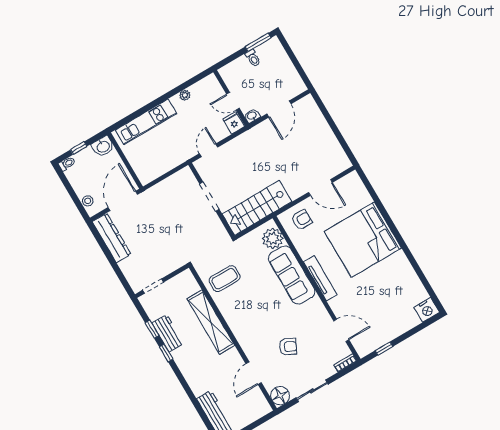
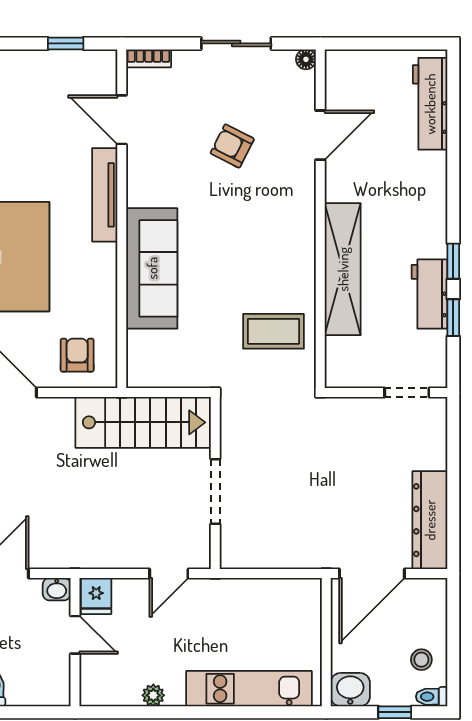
stool: (88, 201) -> (421, 660), moved
armchair: (302, 220) -> (77, 355), turned 90
plant: (273, 238) -> (147, 352), removed
tv unit: (320, 278) -> (105, 195), moved
floor lamp: (280, 396) -> (306, 59), width x0.53, depth x0.53

